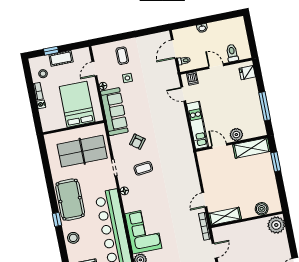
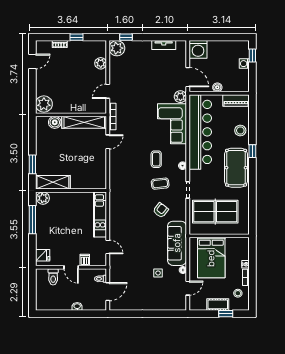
coffee table: (122, 56) -> (156, 159), moved
dishwasher: (192, 79) -> (85, 260), moved
plant: (236, 135) -> (43, 198), moved
door: (219, 146) -> (83, 191), removed
shelving: (225, 216) -> (84, 122), width x1.47

